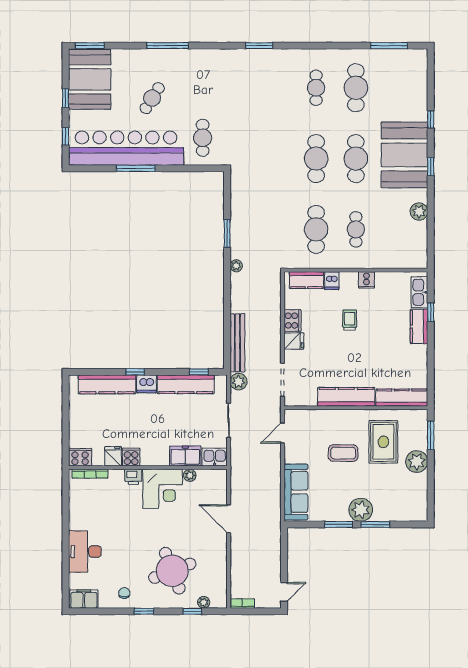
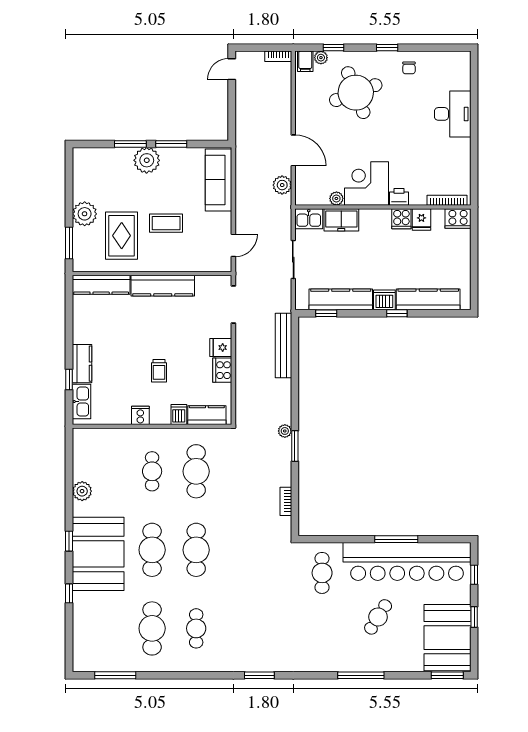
bookcase: (235, 202) -> (286, 501), added
window: (227, 234) -> (295, 446), moved
plant: (239, 382) -> (282, 185), moved
filing cabinet: (84, 599) -> (305, 61), moved, width x0.50

